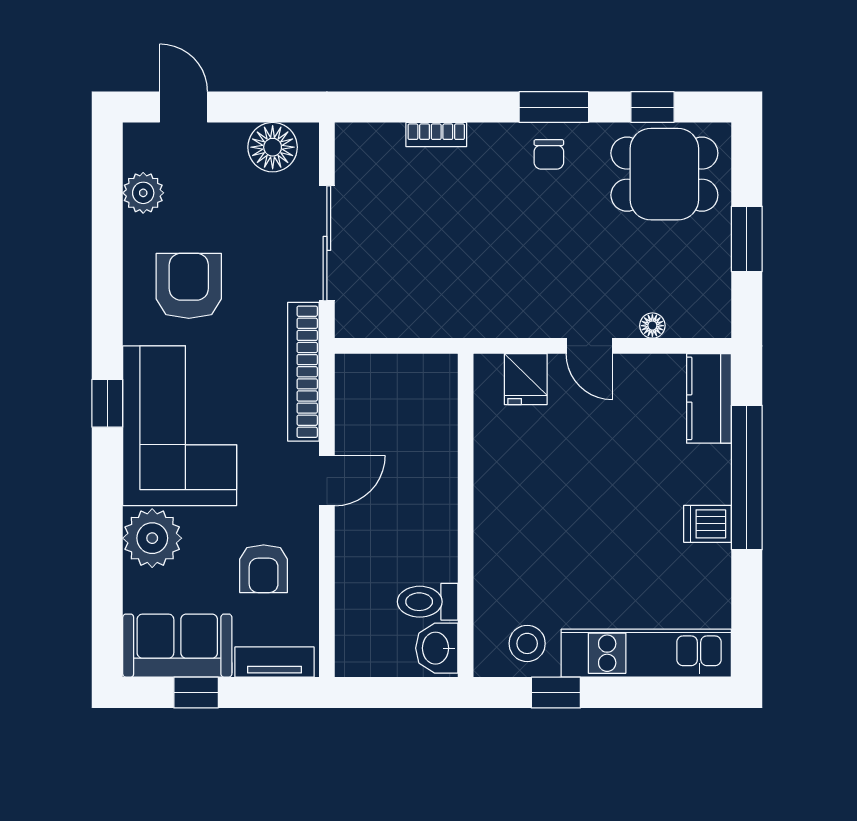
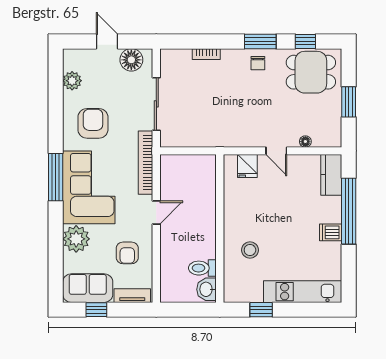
door: (184, 107) -> (107, 41), moved
window: (107, 403) -> (56, 177), width x2.17
stool: (527, 643) -> (250, 250), moved

